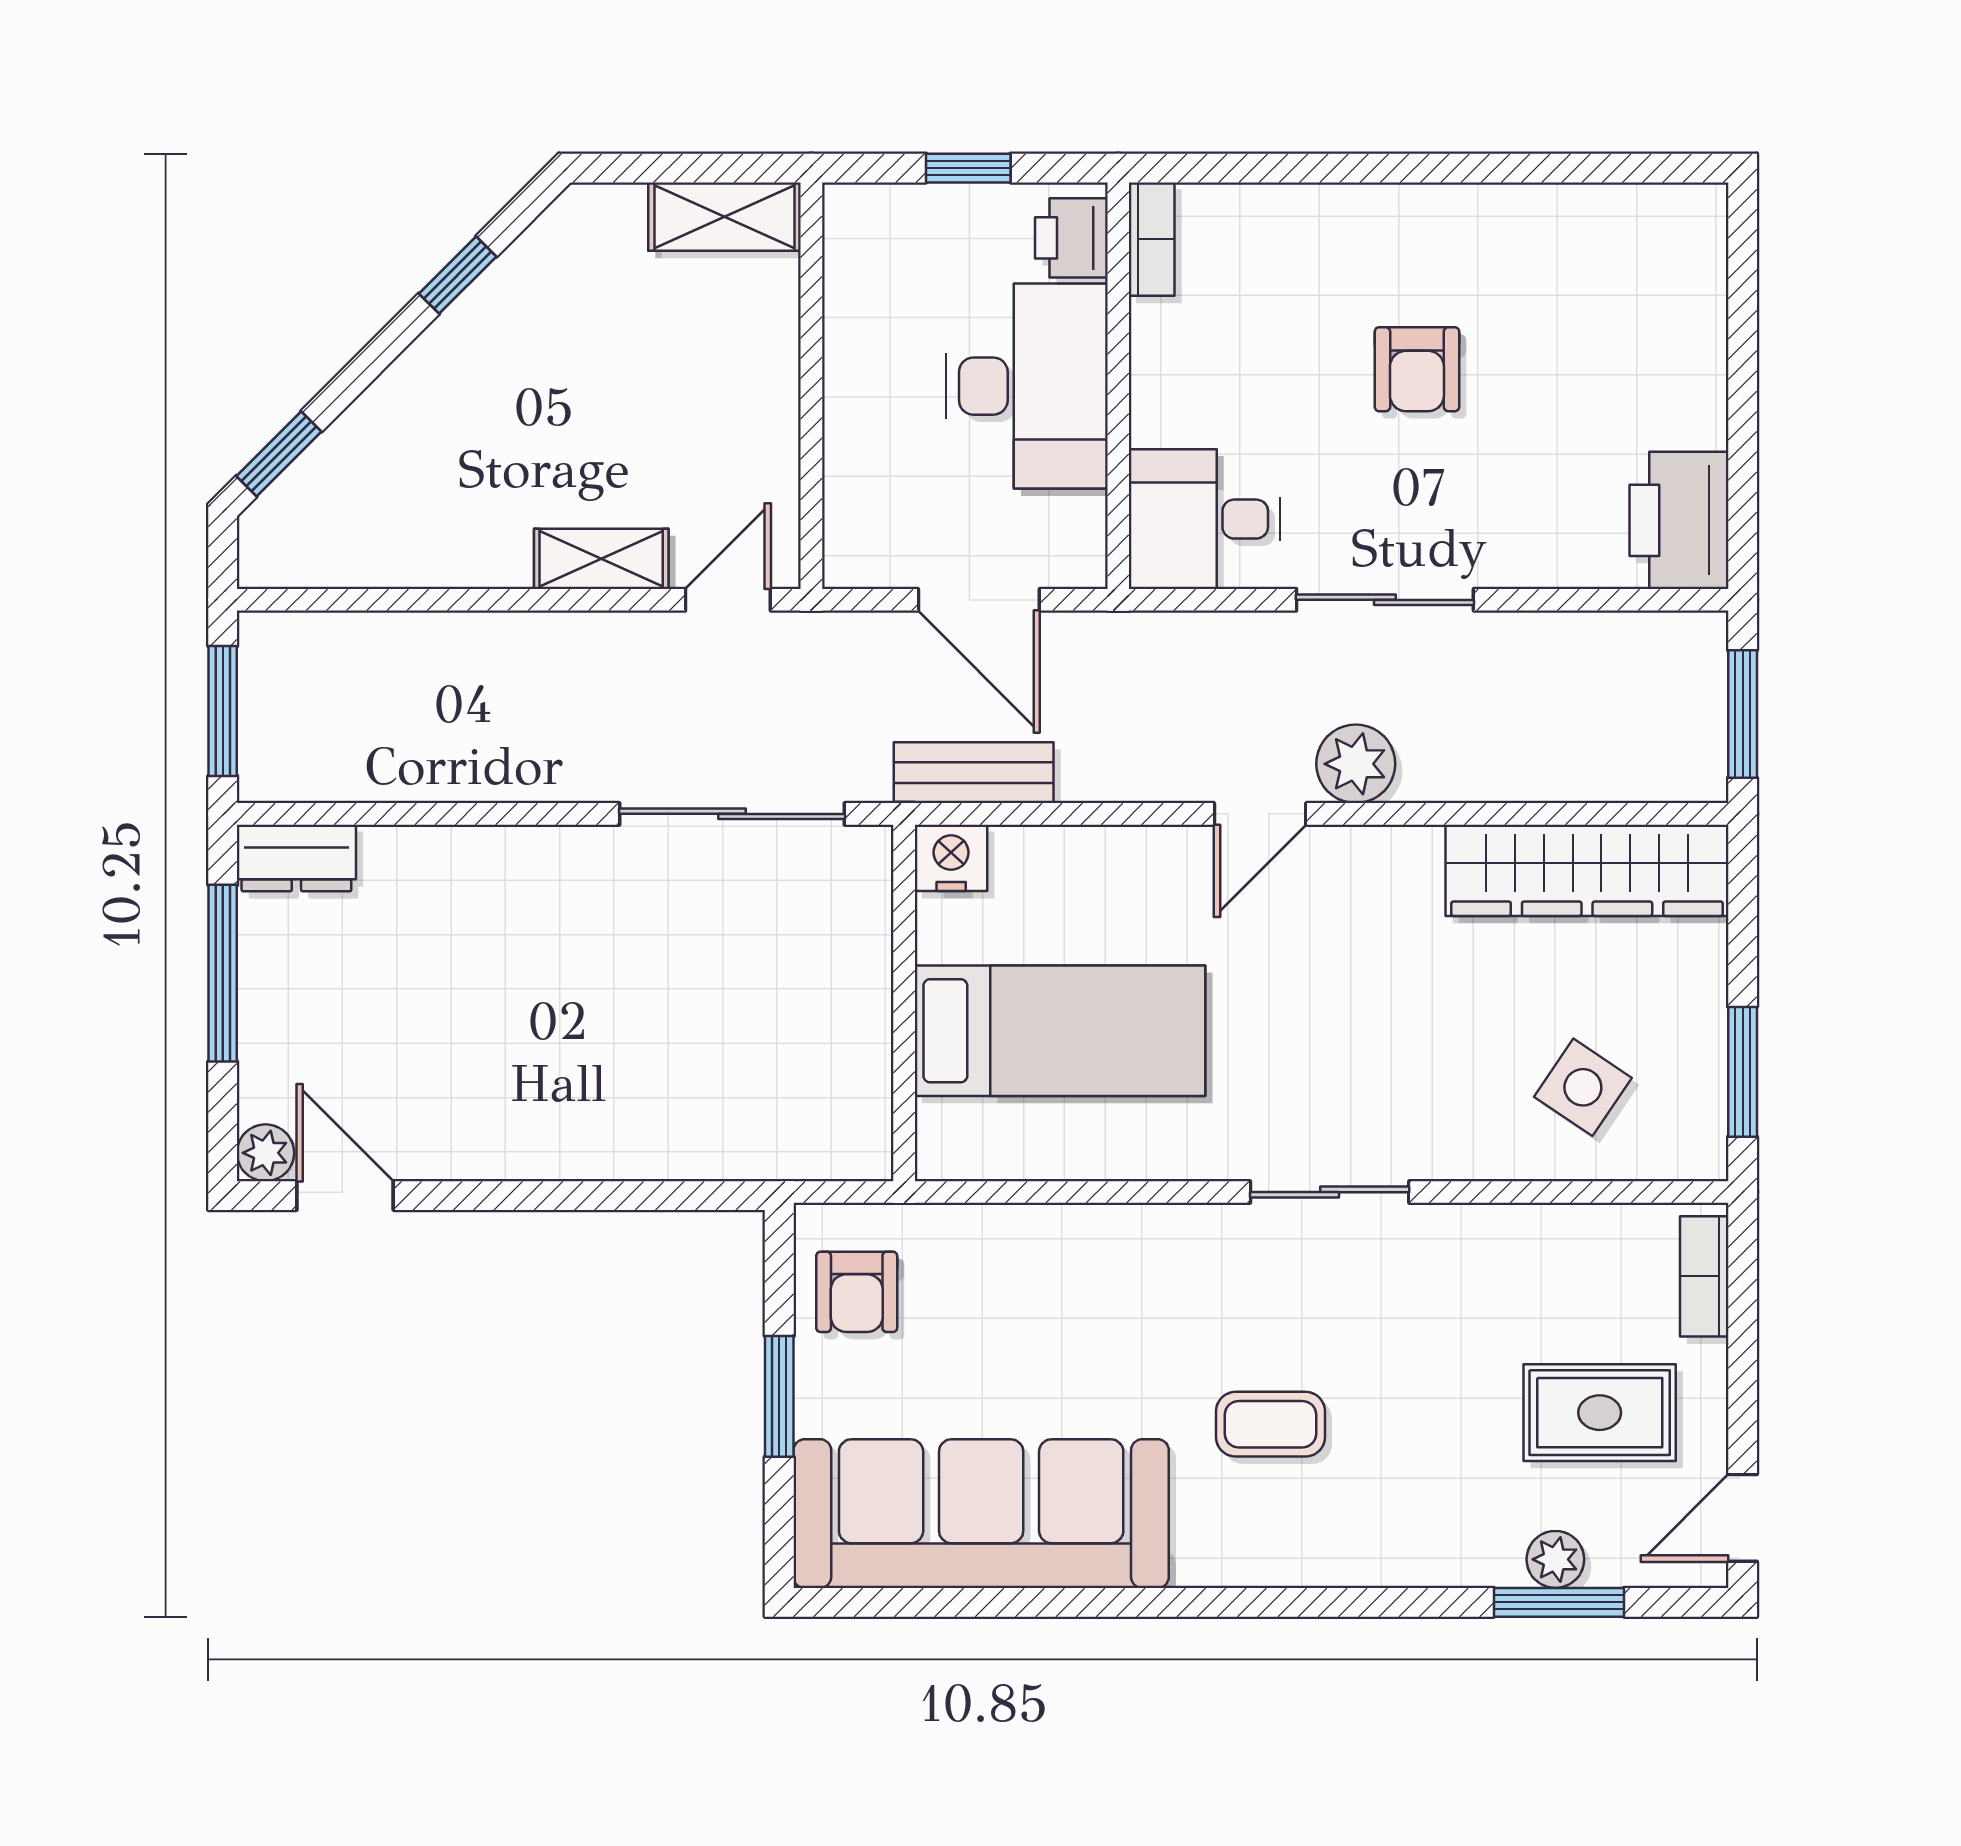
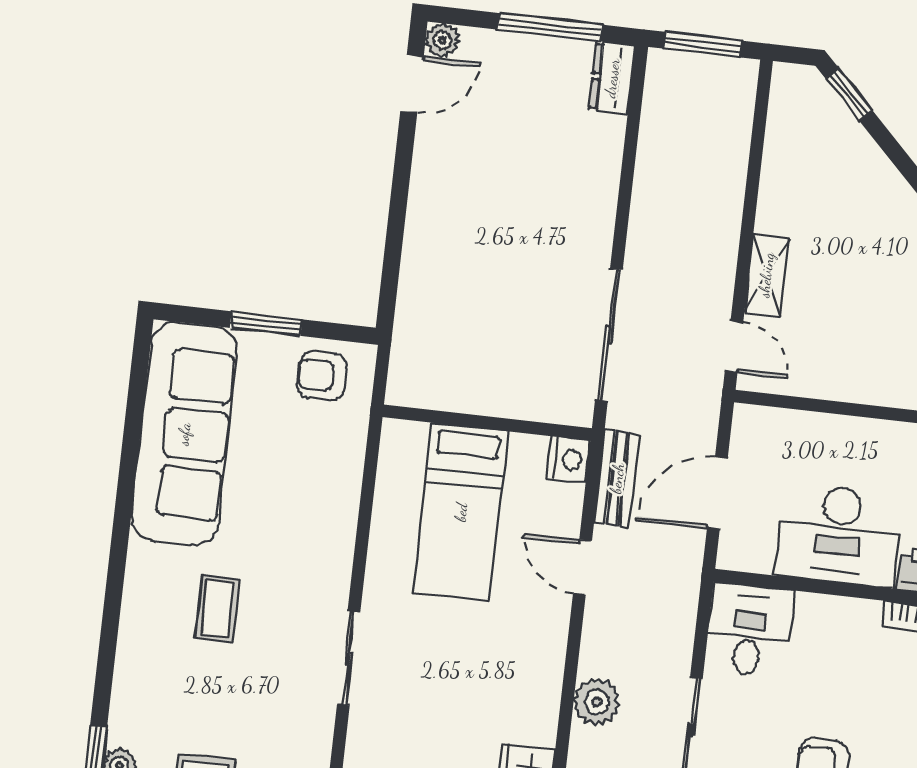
door: (1260, 814) -> (582, 567), moved

